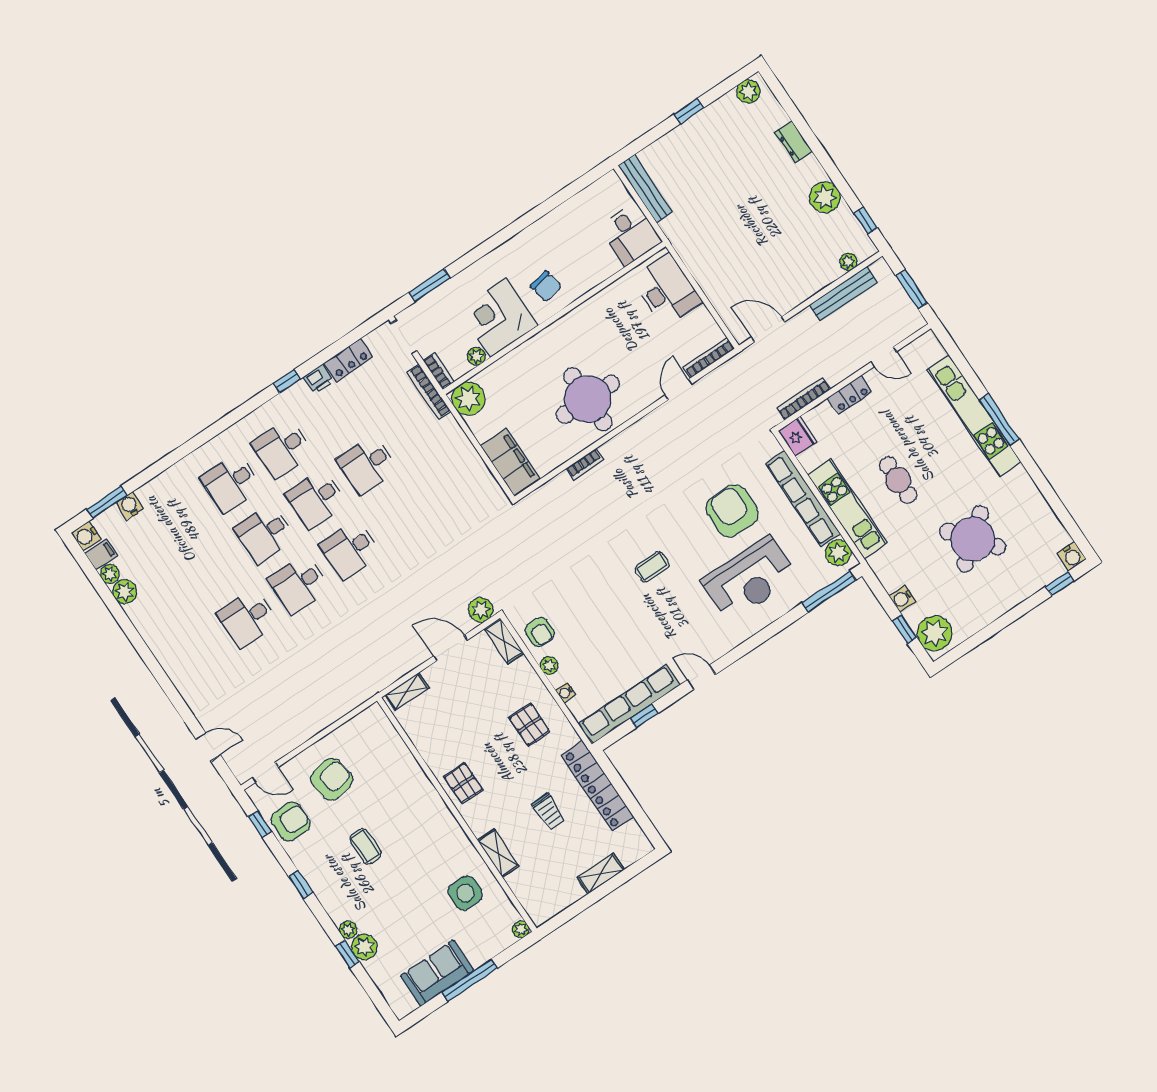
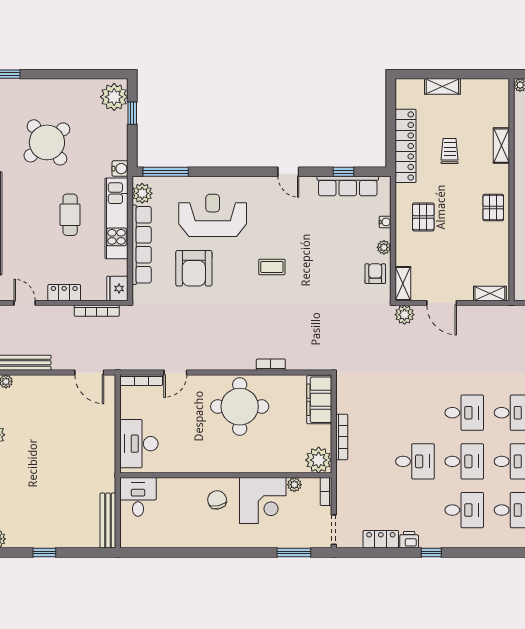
bookcase: (429, 392) -> (342, 437), moved
water cooler: (902, 599) -> (120, 169), moved
row of seats: (630, 704) -> (348, 186), width x0.73

